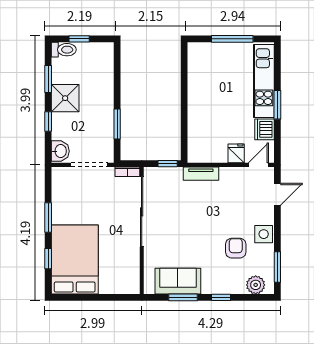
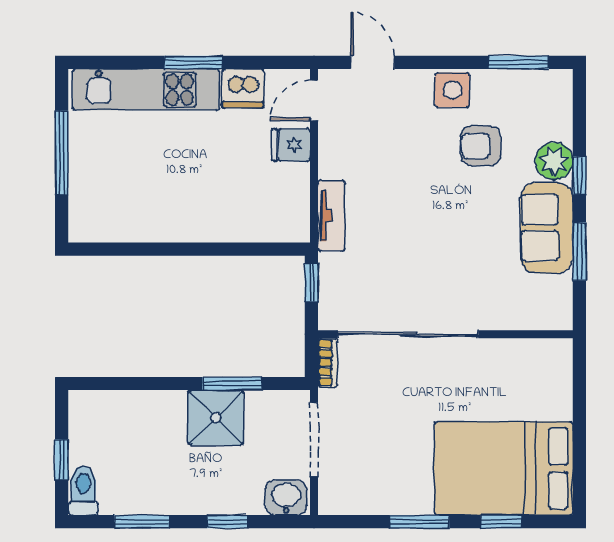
shower: (65, 98) -> (216, 418), moved
door: (258, 165) -> (314, 101), hinge flipped
sofa: (178, 281) -> (547, 228), moved
plant: (256, 285) -> (554, 161), moved

